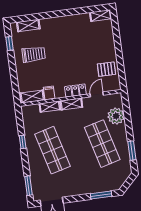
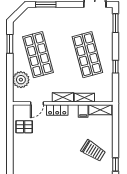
trolley: (34, 54) -> (93, 151), turned -148

